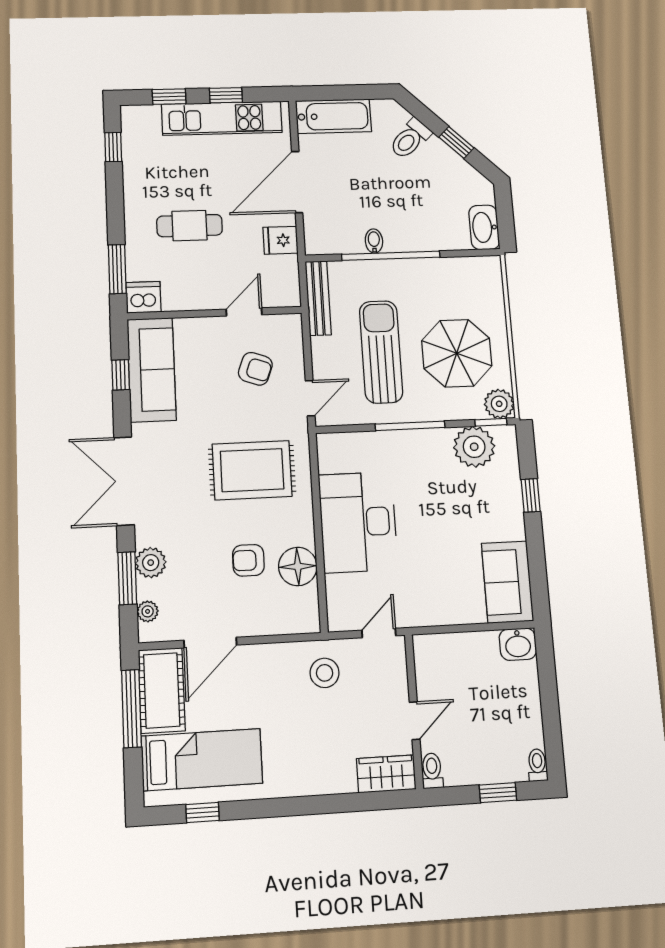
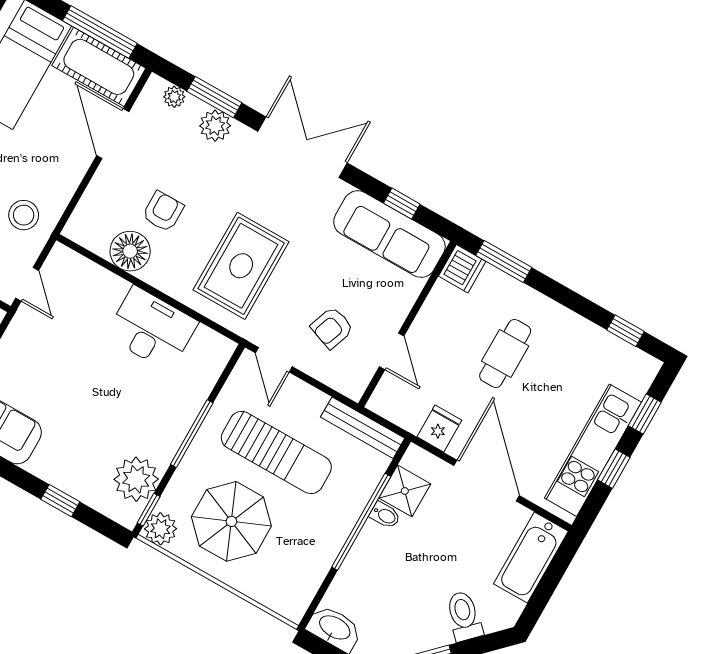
shower: (346, 237) -> (405, 491), added
desk: (358, 522) -> (152, 329), width x0.73, depth x0.77

